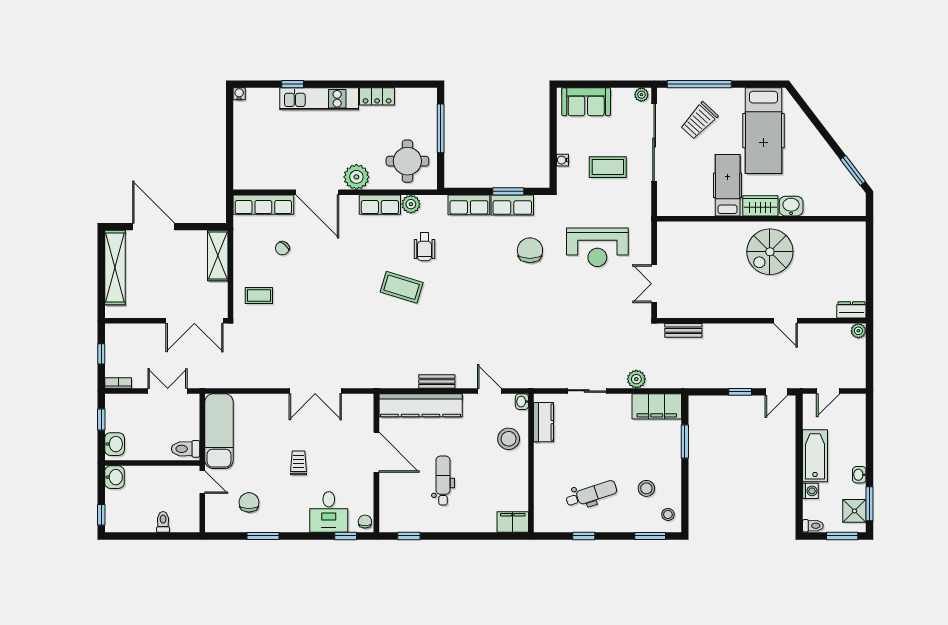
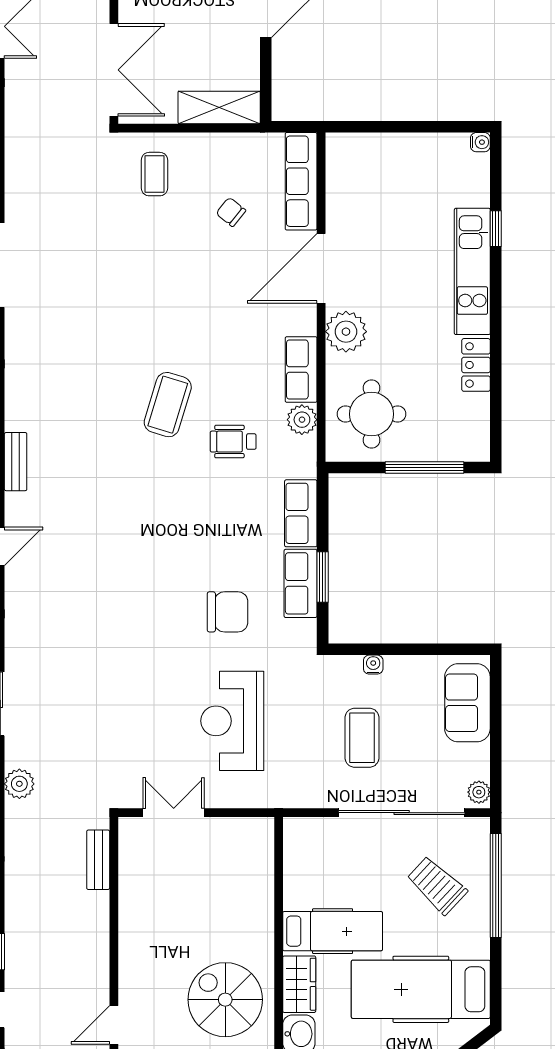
double door: (194, 321) -> (114, 70), swing flipped

